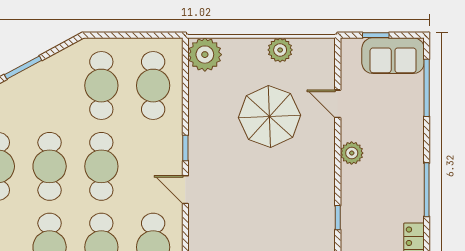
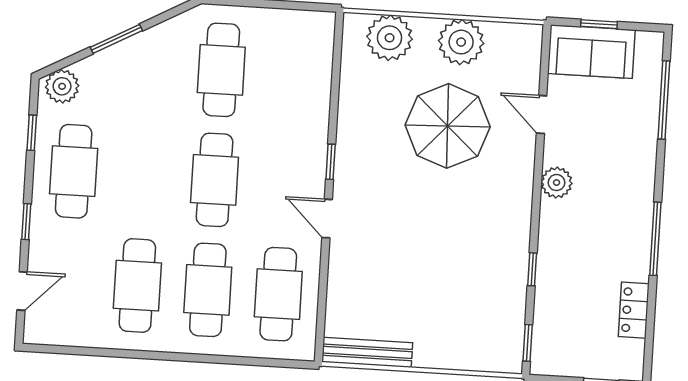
plant: (280, 50) -> (461, 42), width x1.36, depth x1.36
plant: (205, 55) -> (390, 38), moved
sofa: (393, 56) -> (591, 52), moved
cafe table: (153, 86) -> (292, 74), removed
cafe table: (50, 166) -> (144, 176), removed

